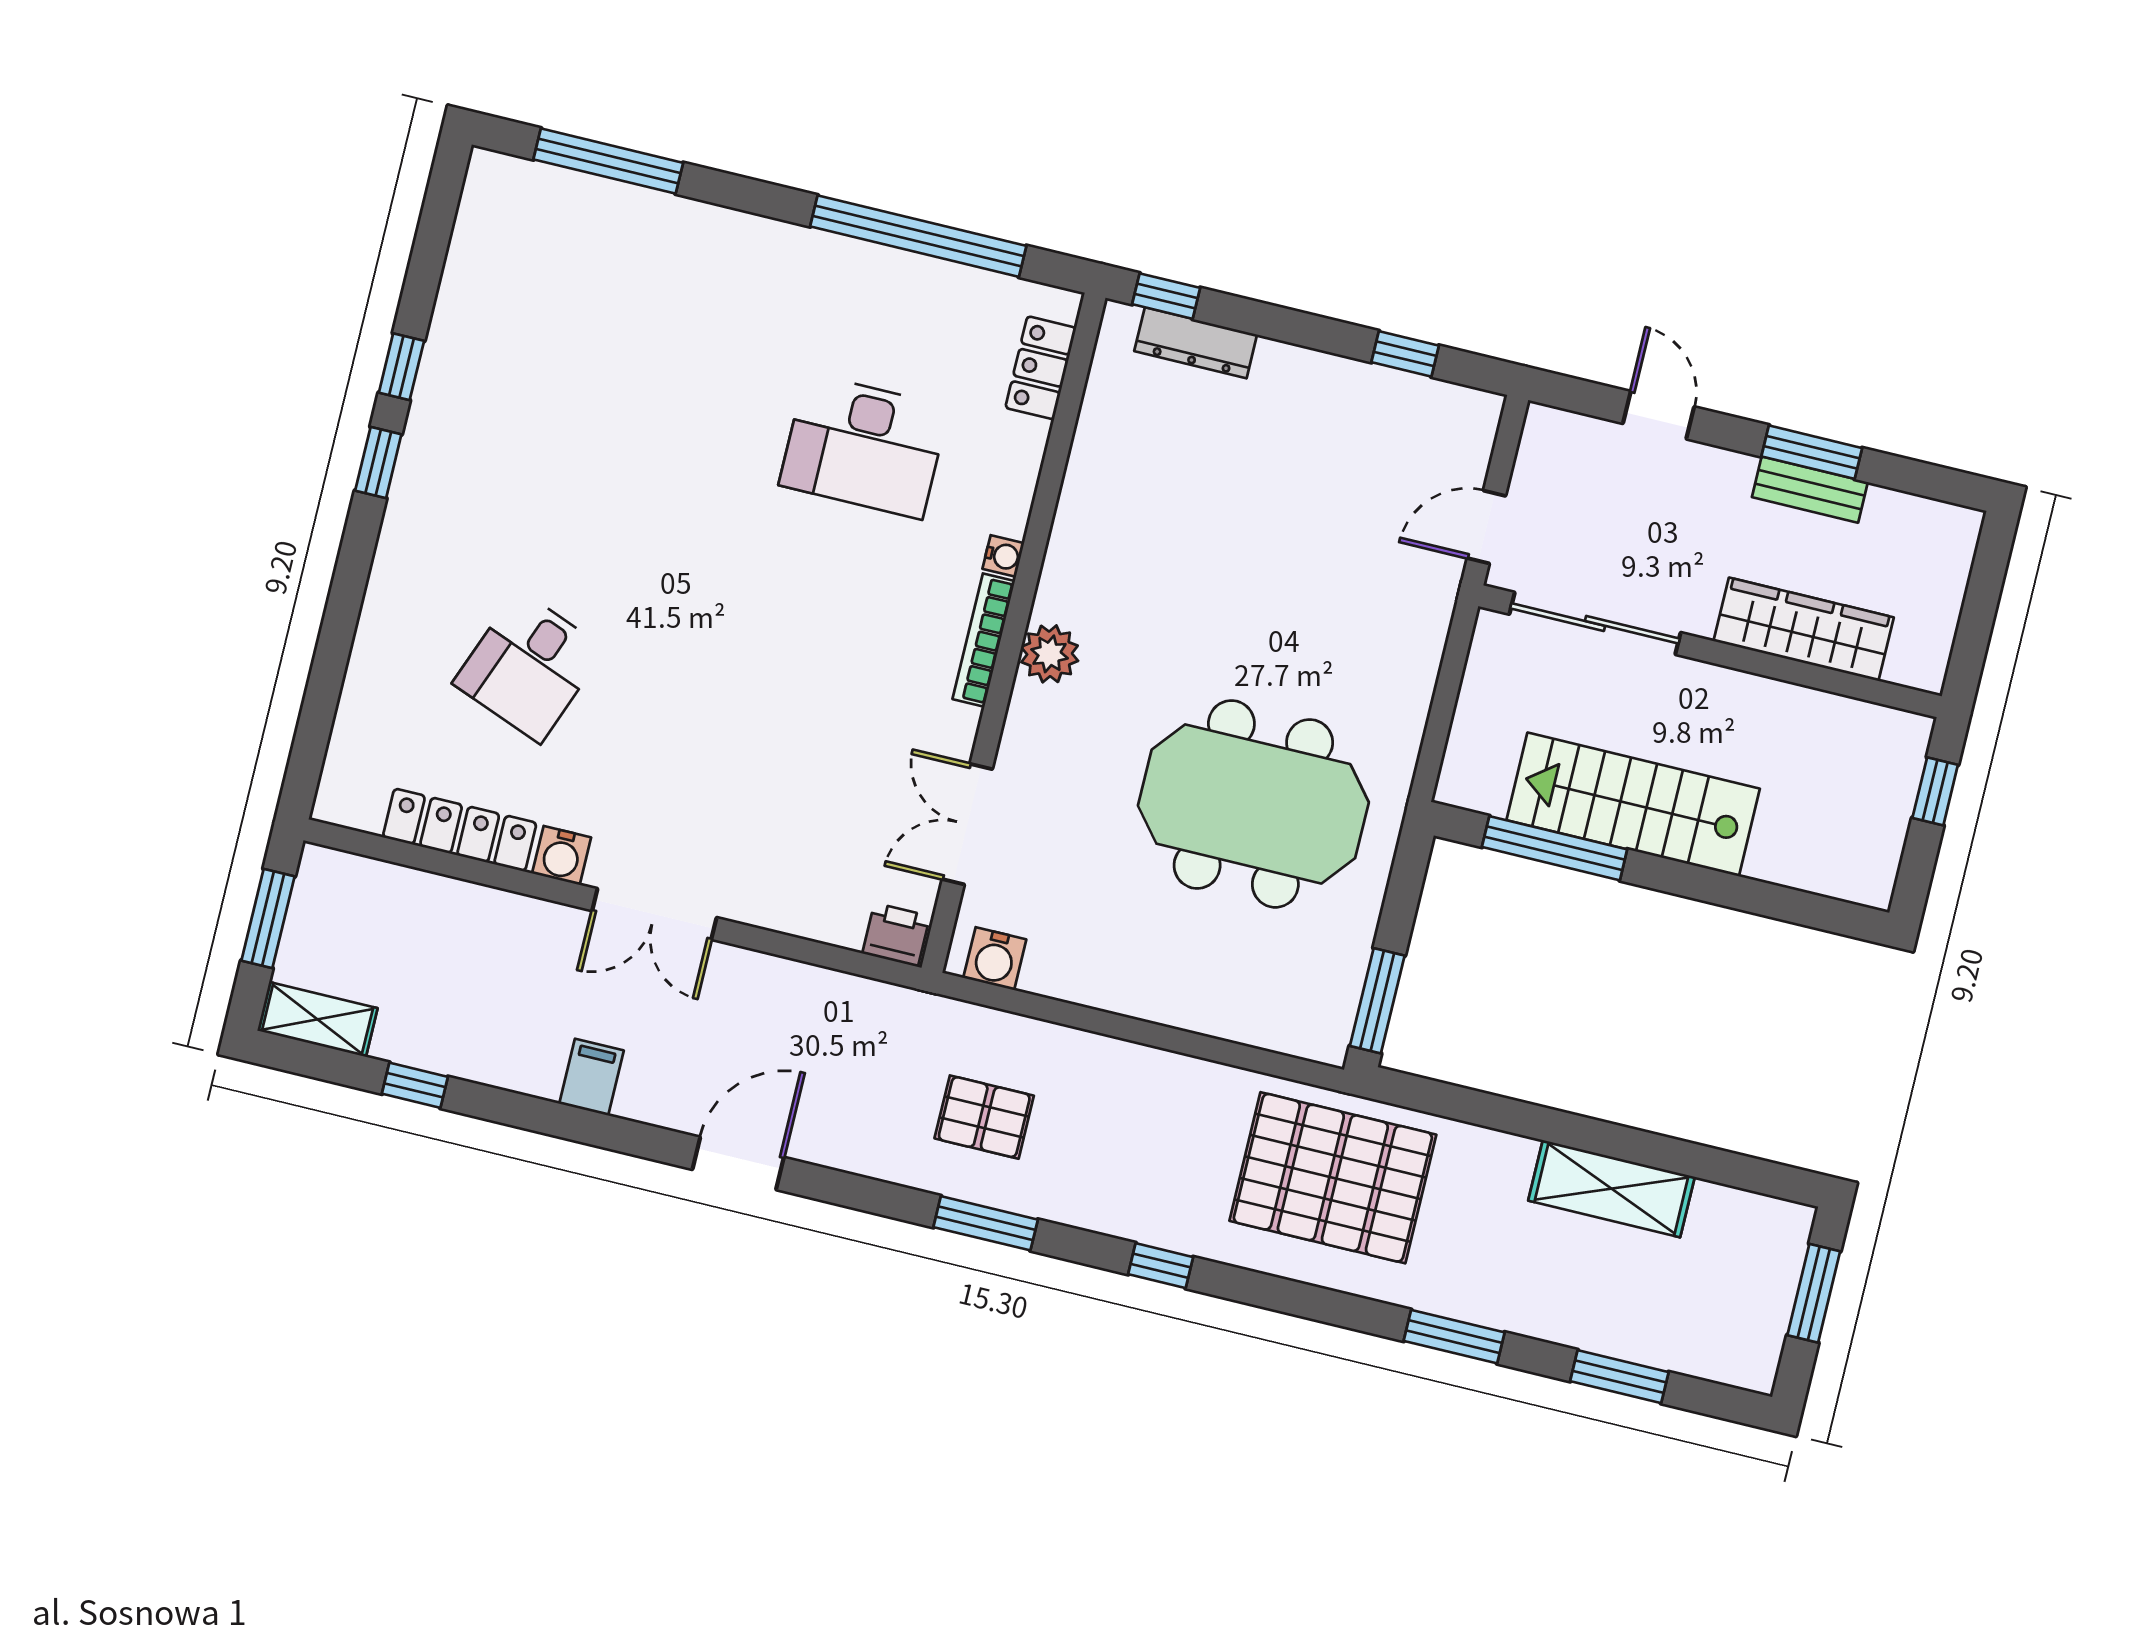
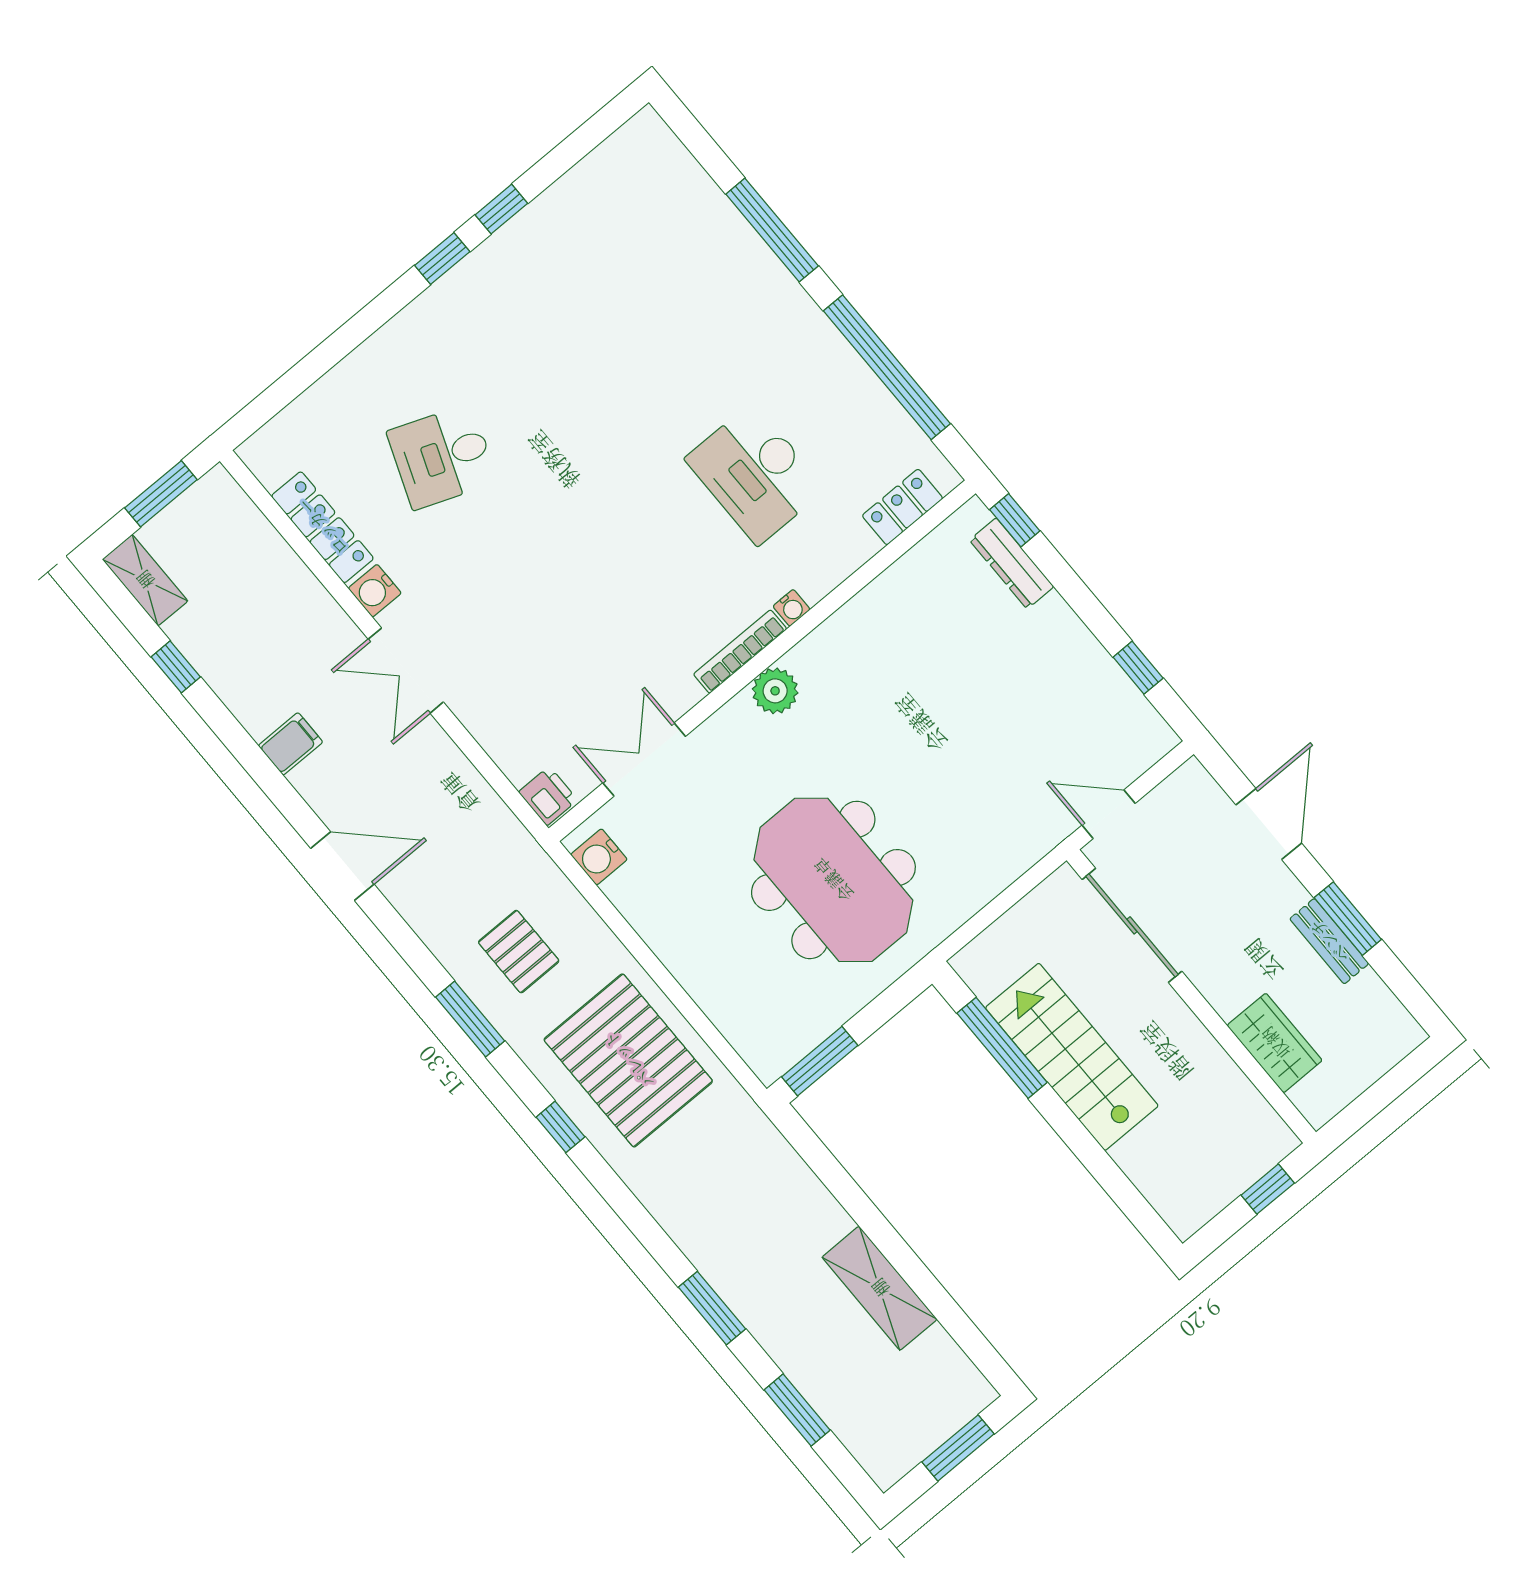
window: (608, 161) -> (772, 230), moved
door: (1658, 415) -> (1269, 824), width x1.38
wardrobe: (1804, 629) -> (1275, 1043), width x0.67
pallet: (1333, 1178) -> (628, 1060), moved

